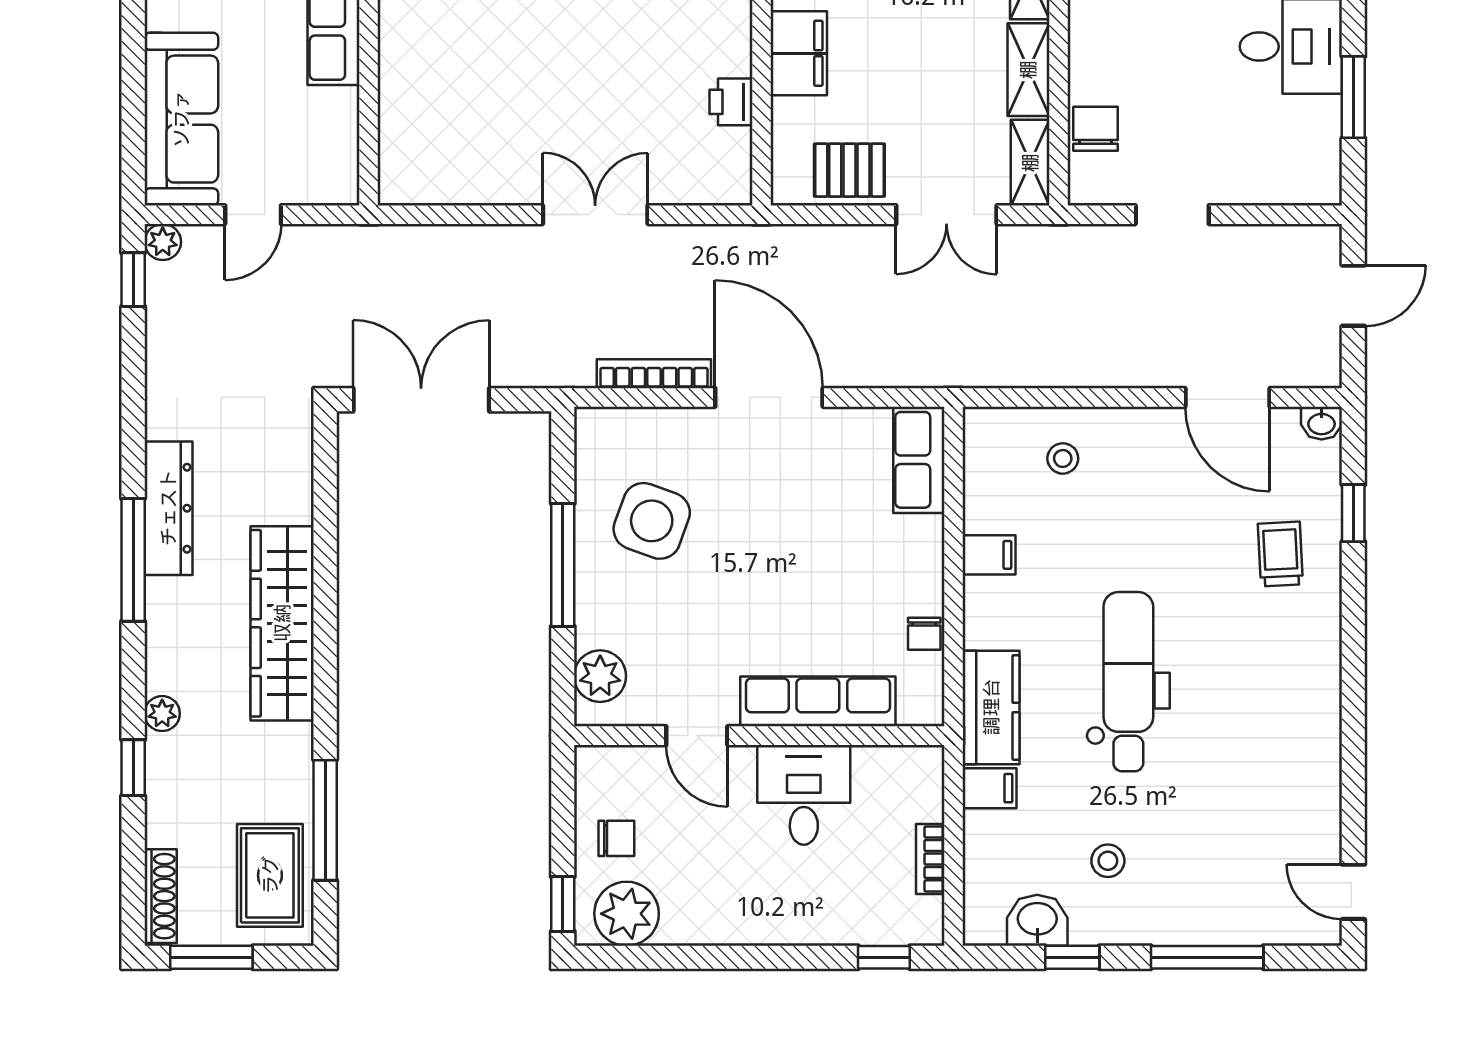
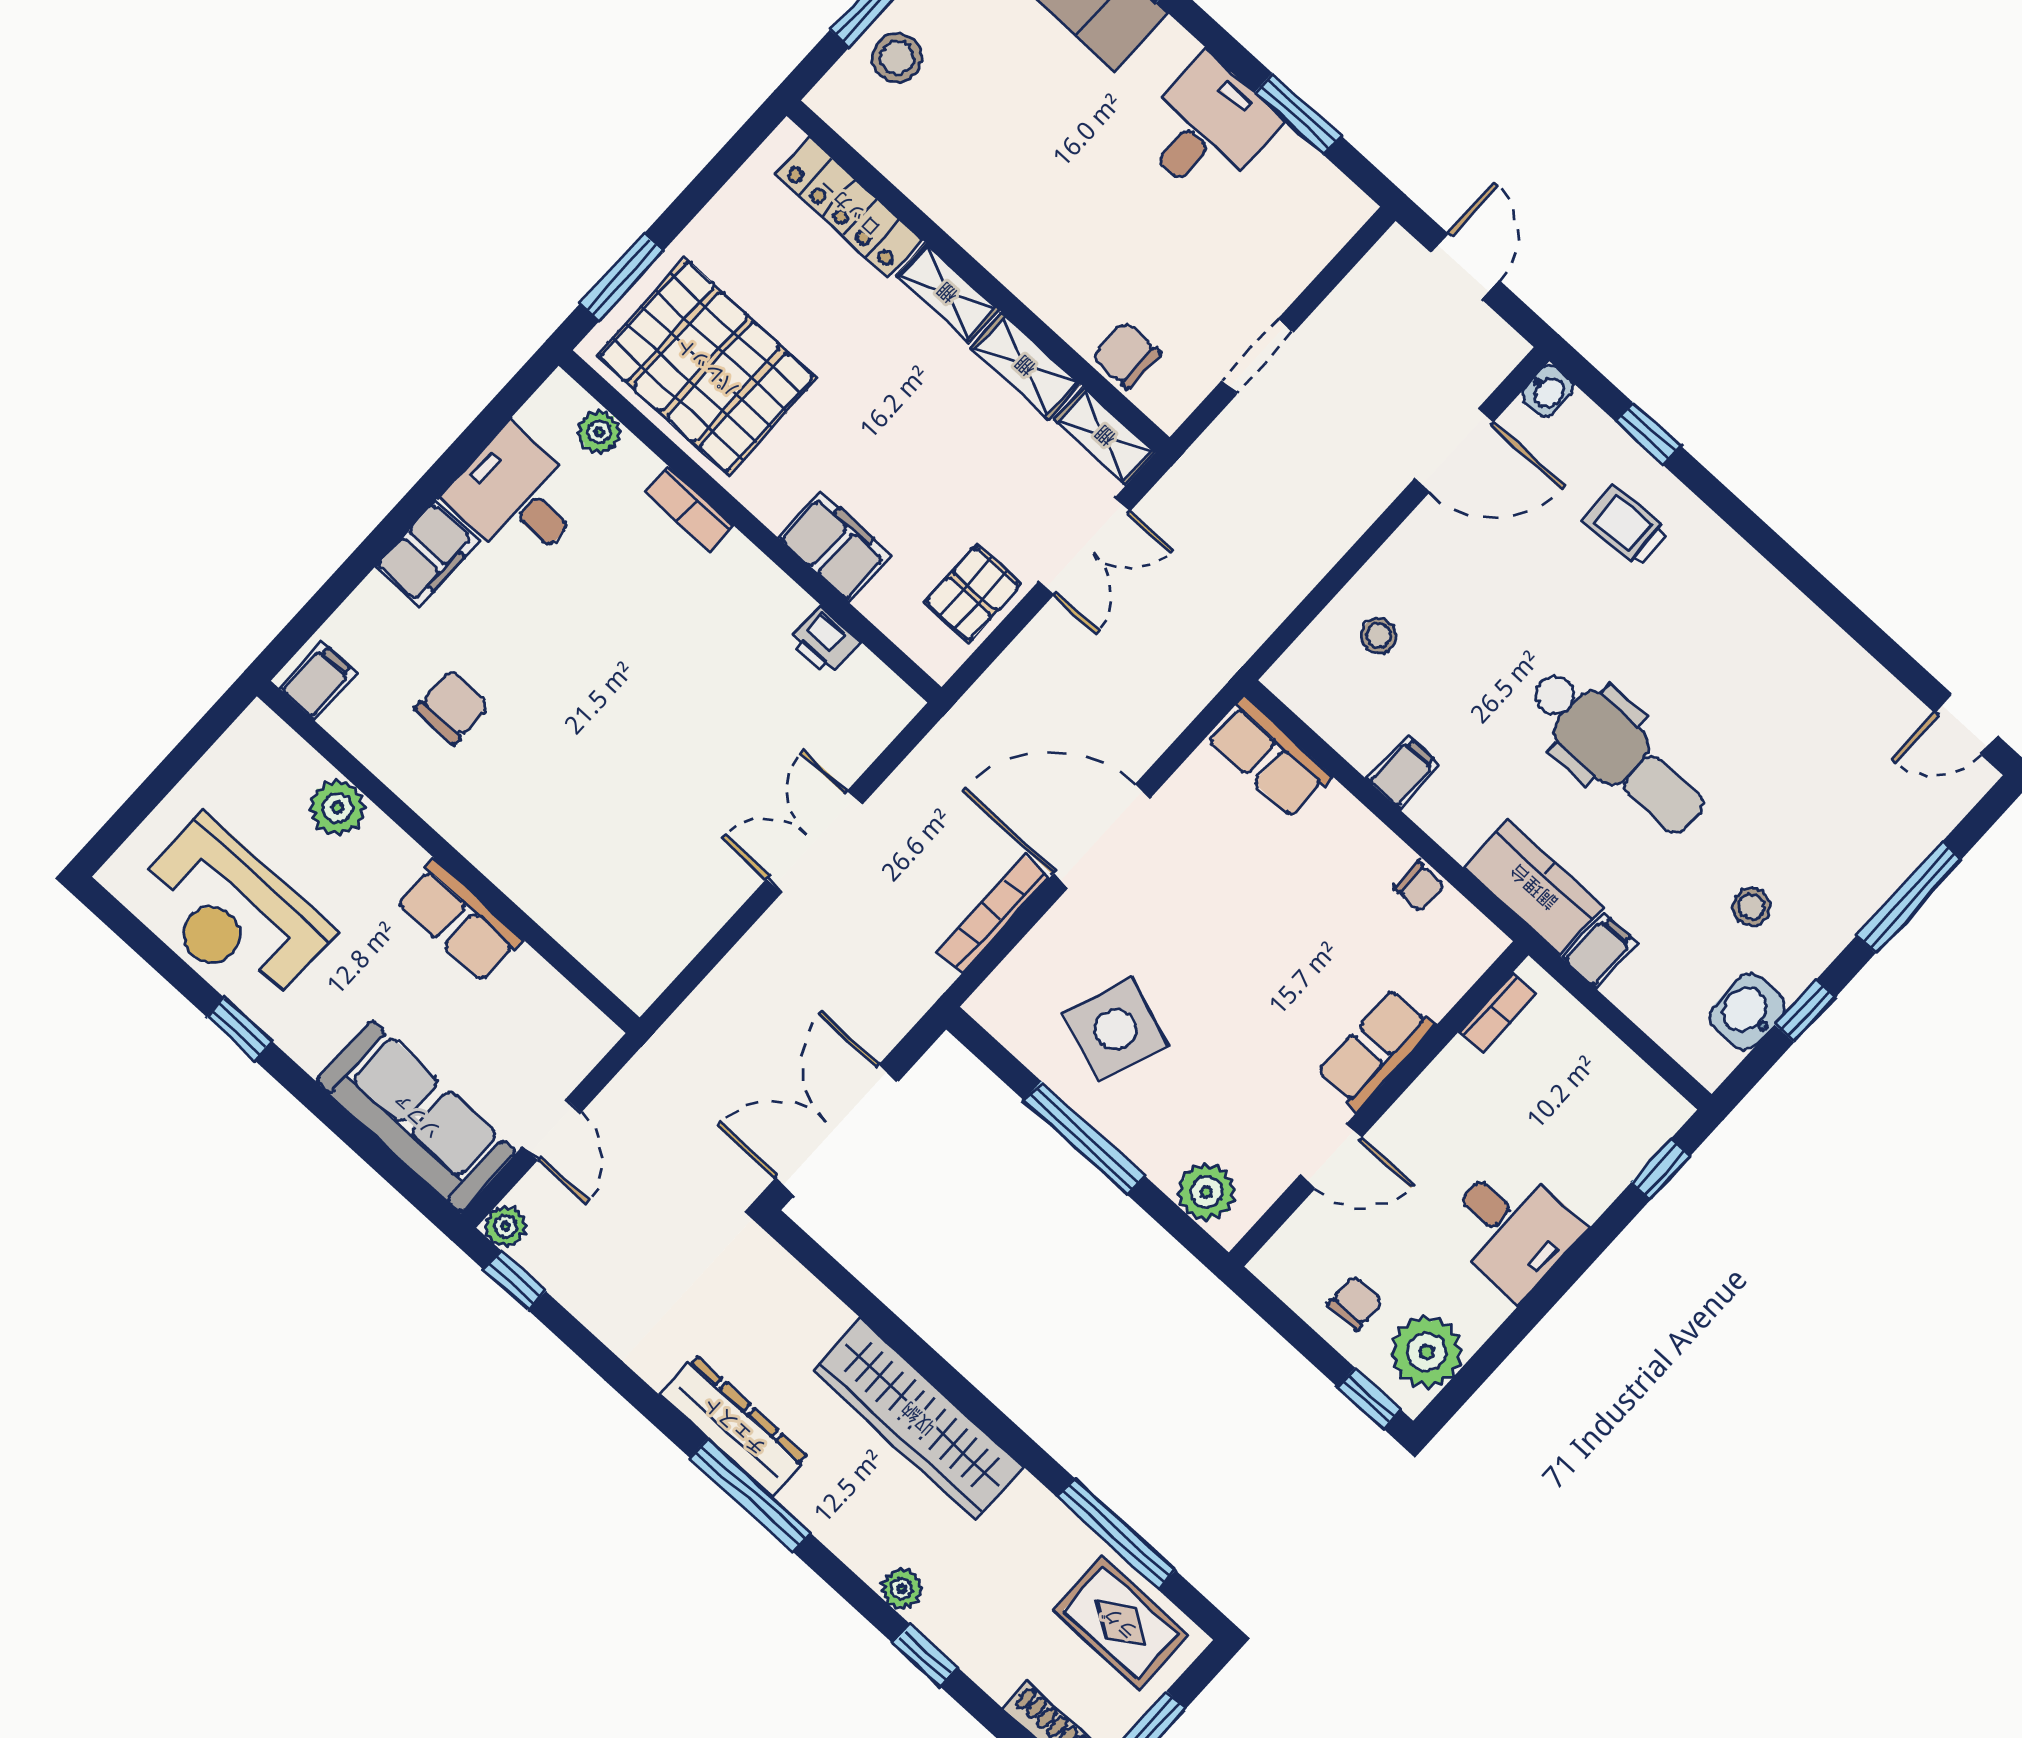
dental chair: (1128, 682) -> (1617, 752), turned 180
row of seats: (818, 701) -> (1376, 1049), width x0.68
desk: (804, 795) -> (1512, 1228), moved, turned 180
bookcase: (930, 859) -> (1498, 1013), moved, turned -90

